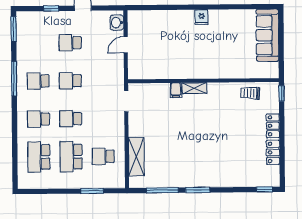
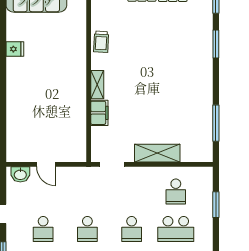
fridge: (202, 17) -> (15, 49), moved
filing cabinet: (176, 90) -> (99, 113), width x2.00
trolley: (250, 93) -> (101, 42), moved
shelving: (136, 157) -> (157, 153), moved
window: (198, 190) -> (216, 44), moved

